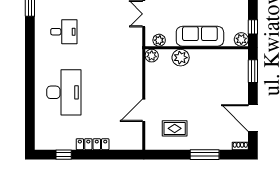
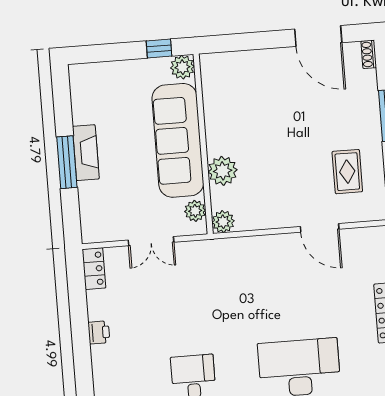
sofa: (200, 36) -> (178, 140), width x1.36, depth x1.27
window: (253, 71) -> (236, 42), removed
door: (253, 118) -> (318, 36), hinge flipped

